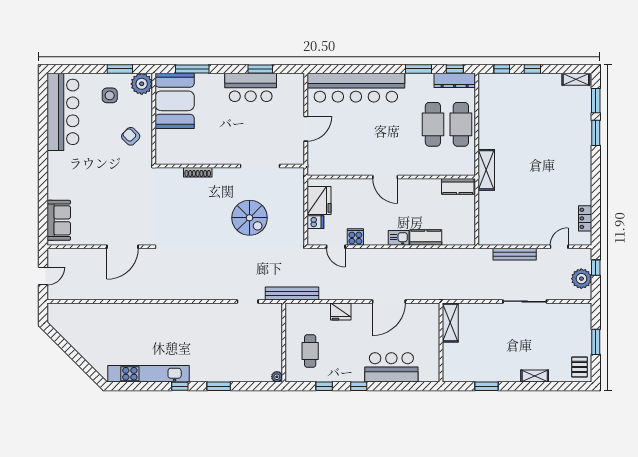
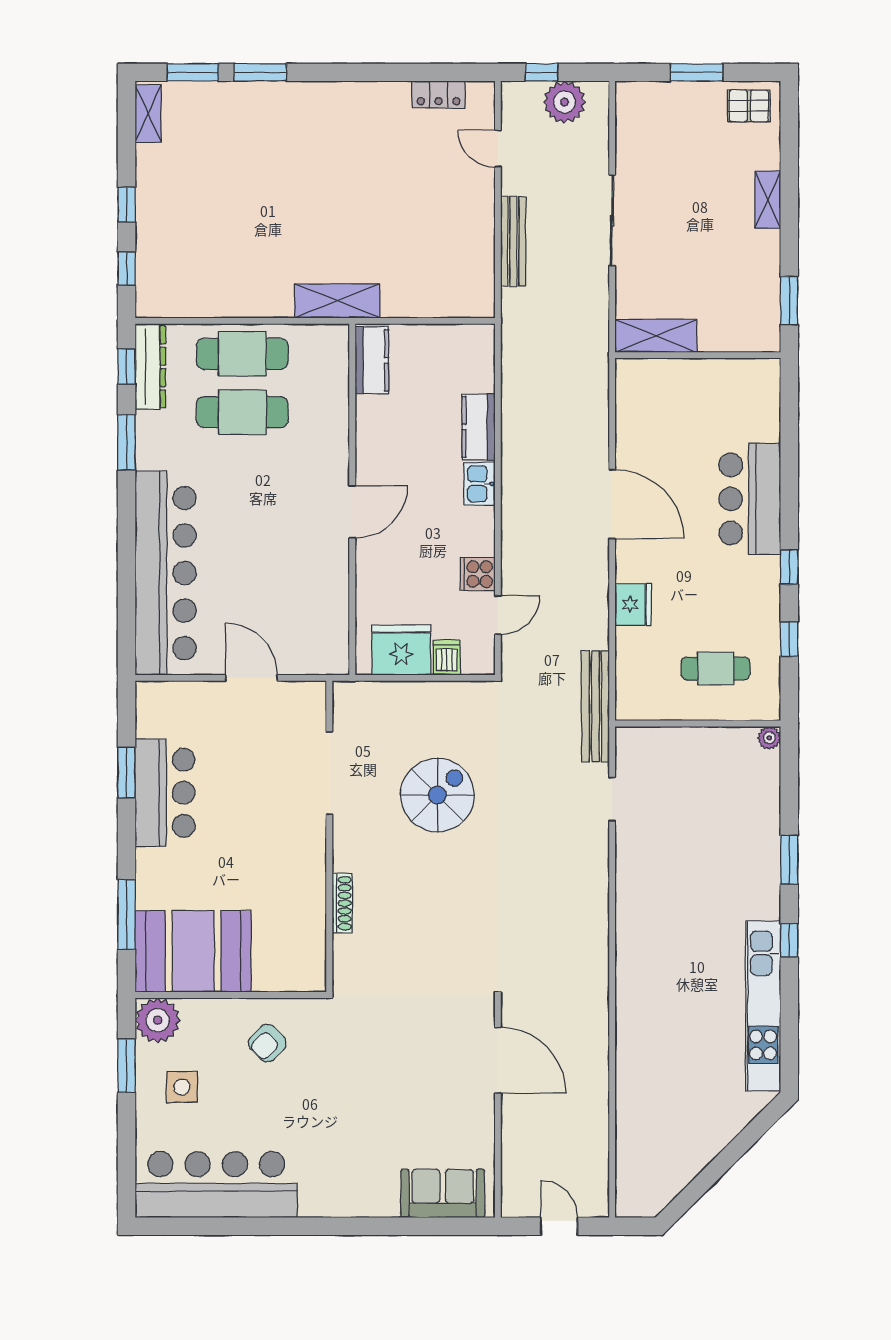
shelving: (450, 322) -> (656, 336), moved
wall: (441, 343) -> (698, 355), moved

